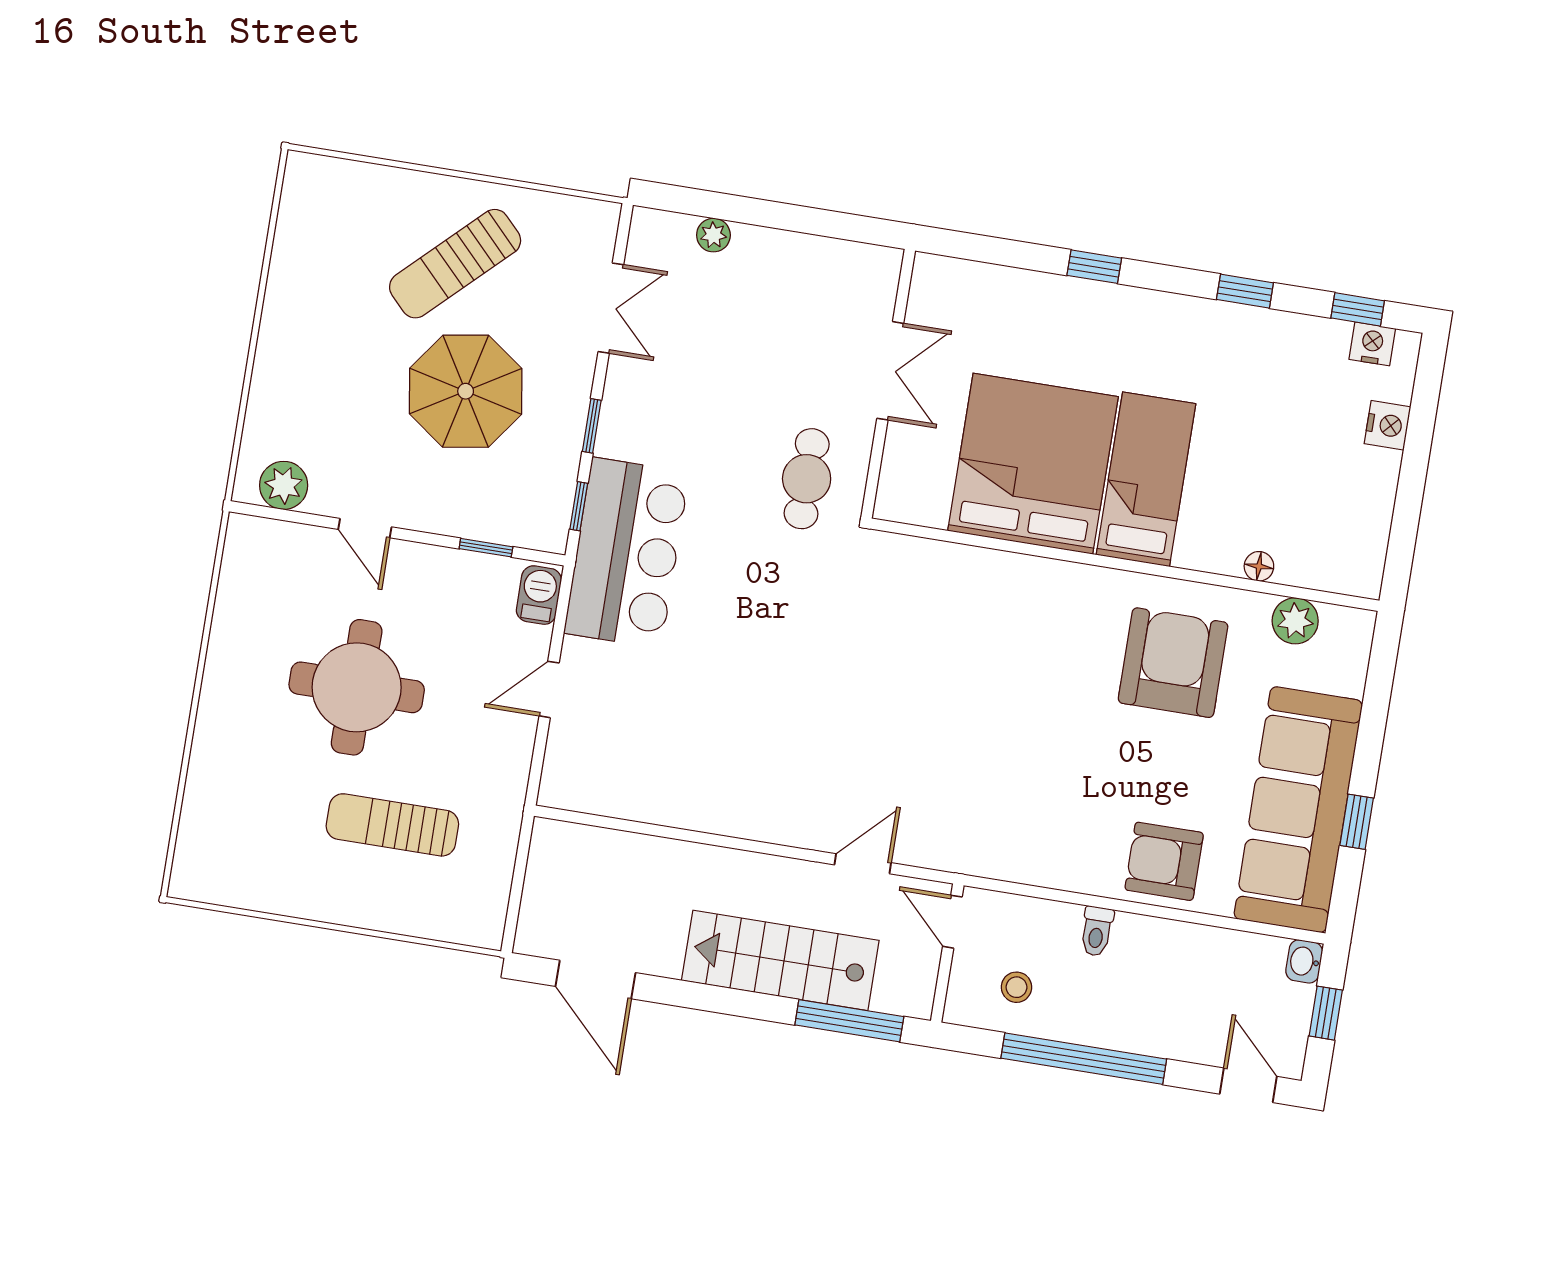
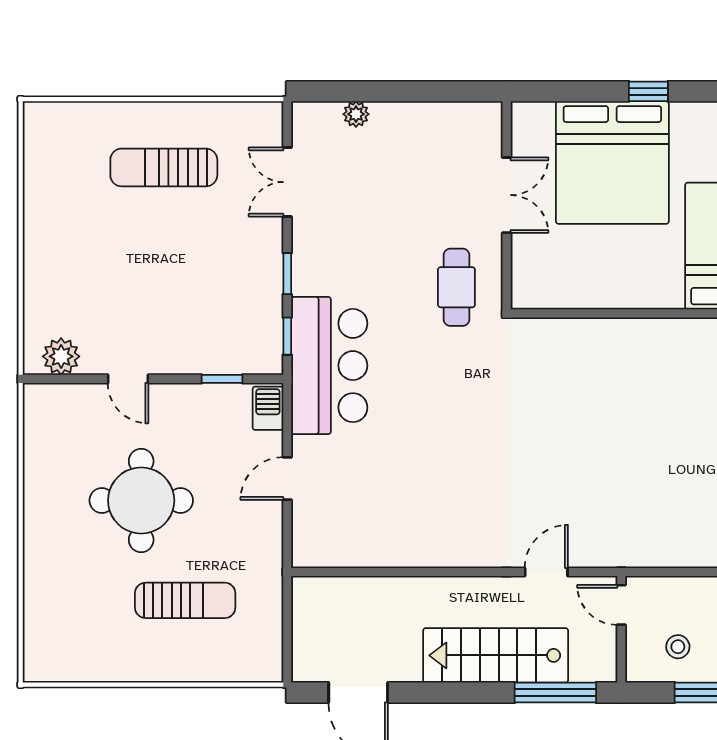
sun lounger: (455, 264) -> (164, 167), turned 44
double door: (611, 308) -> (287, 182), swing flipped
parasol: (466, 391) -> (187, 263), removed
bed: (1033, 464) -> (612, 163), moved, turned 180
sun lounger: (392, 825) -> (185, 600), turned 180

